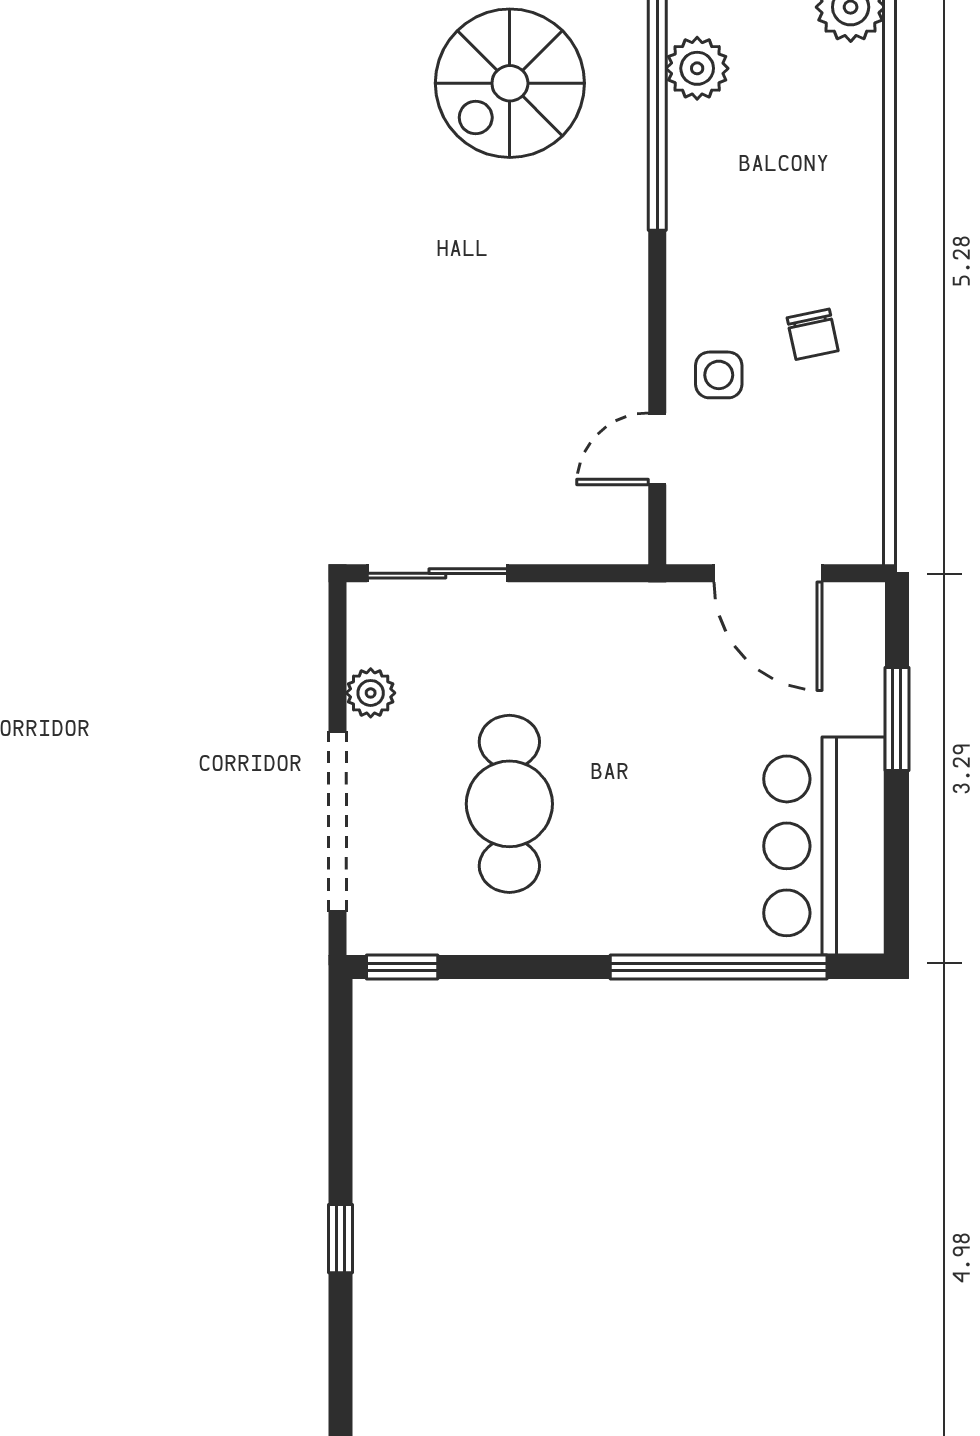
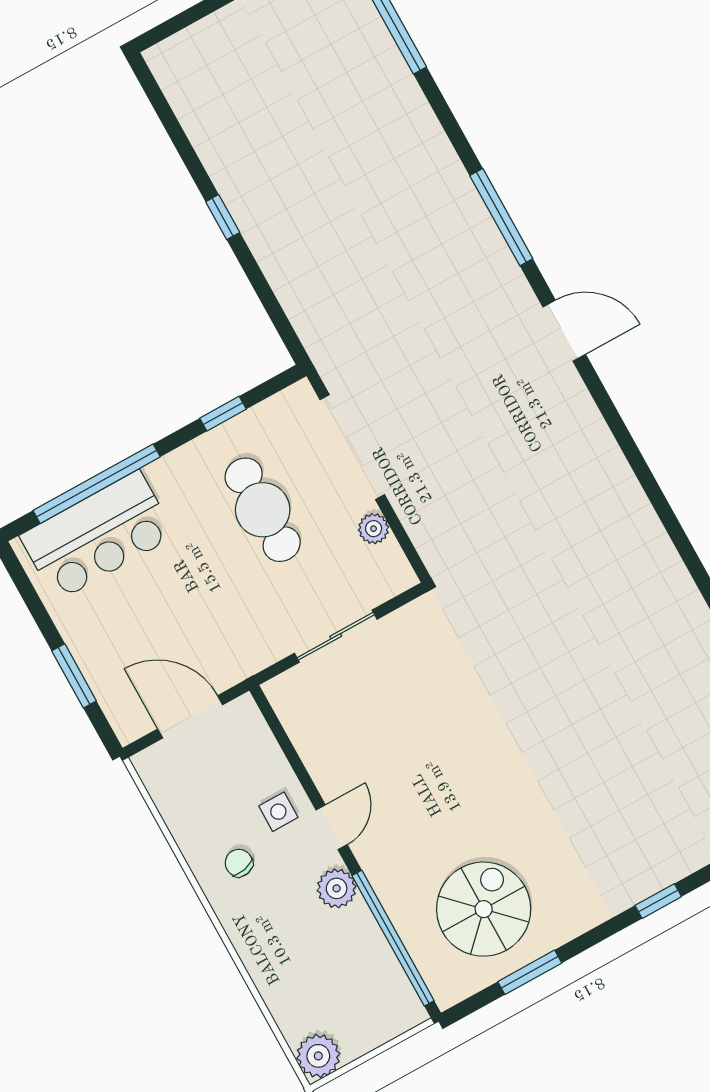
plant: (697, 68) -> (337, 888), moved
door: (657, 449) -> (332, 827), moved
sliding door: (437, 573) -> (336, 636), moved
bar counter: (824, 846) -> (98, 536), moved, turned 90
window: (402, 967) -> (223, 414), moved

